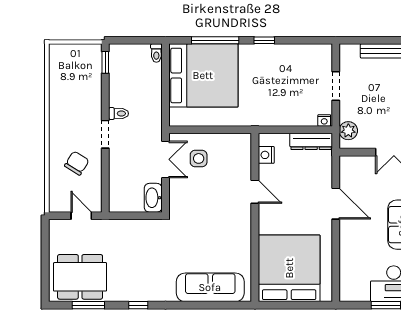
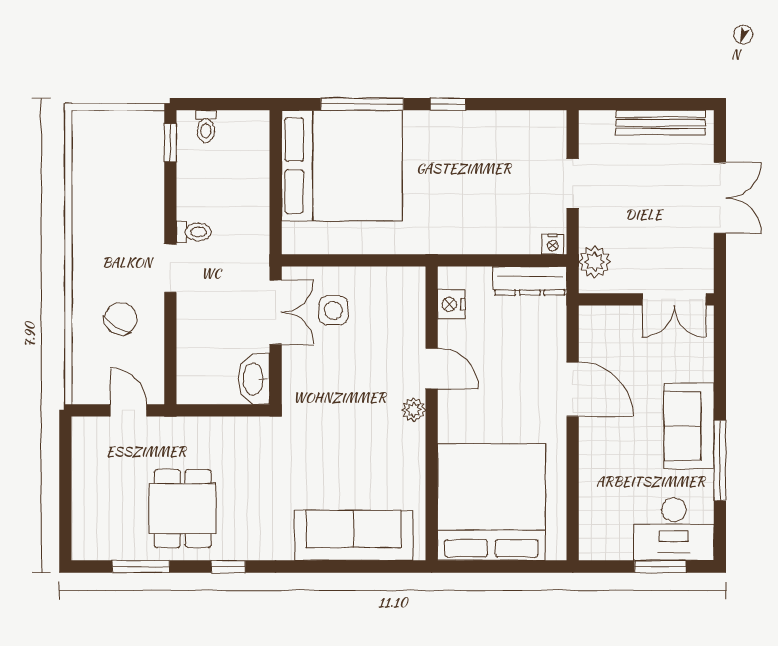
toilet: (156, 53) -> (206, 126), moved
plant: (245, 215) -> (414, 410), added
dining table: (80, 277) -> (183, 509), moved, width x0.73

